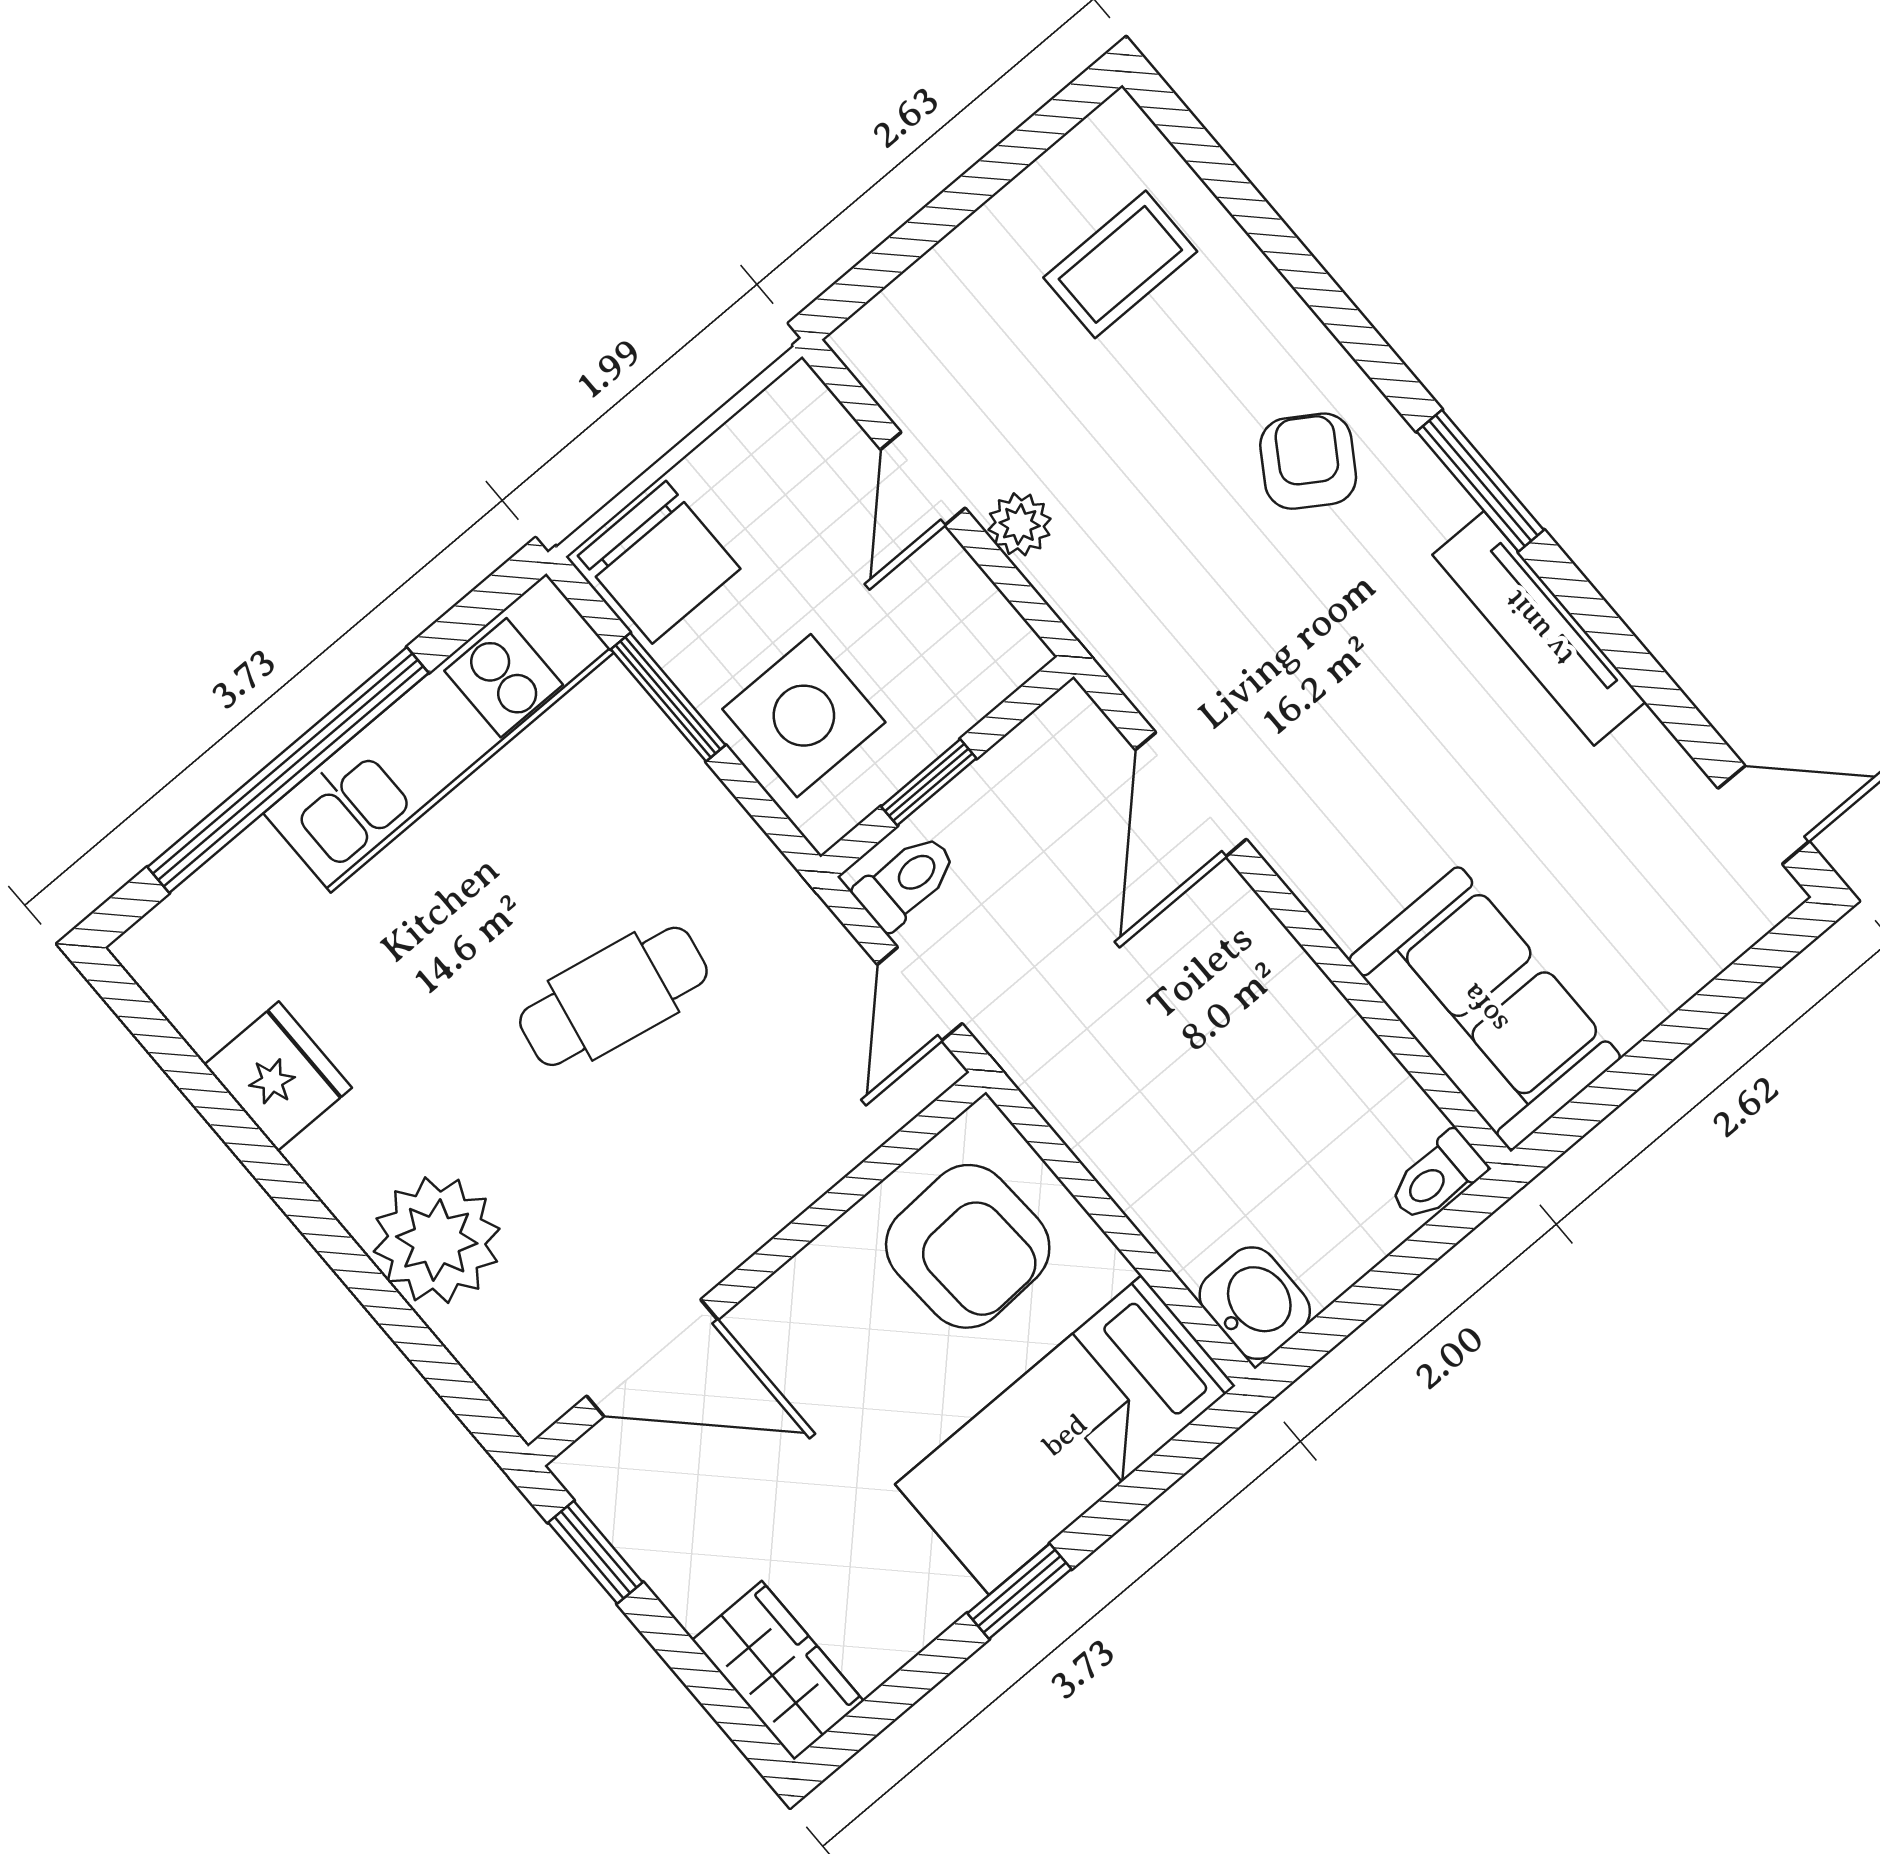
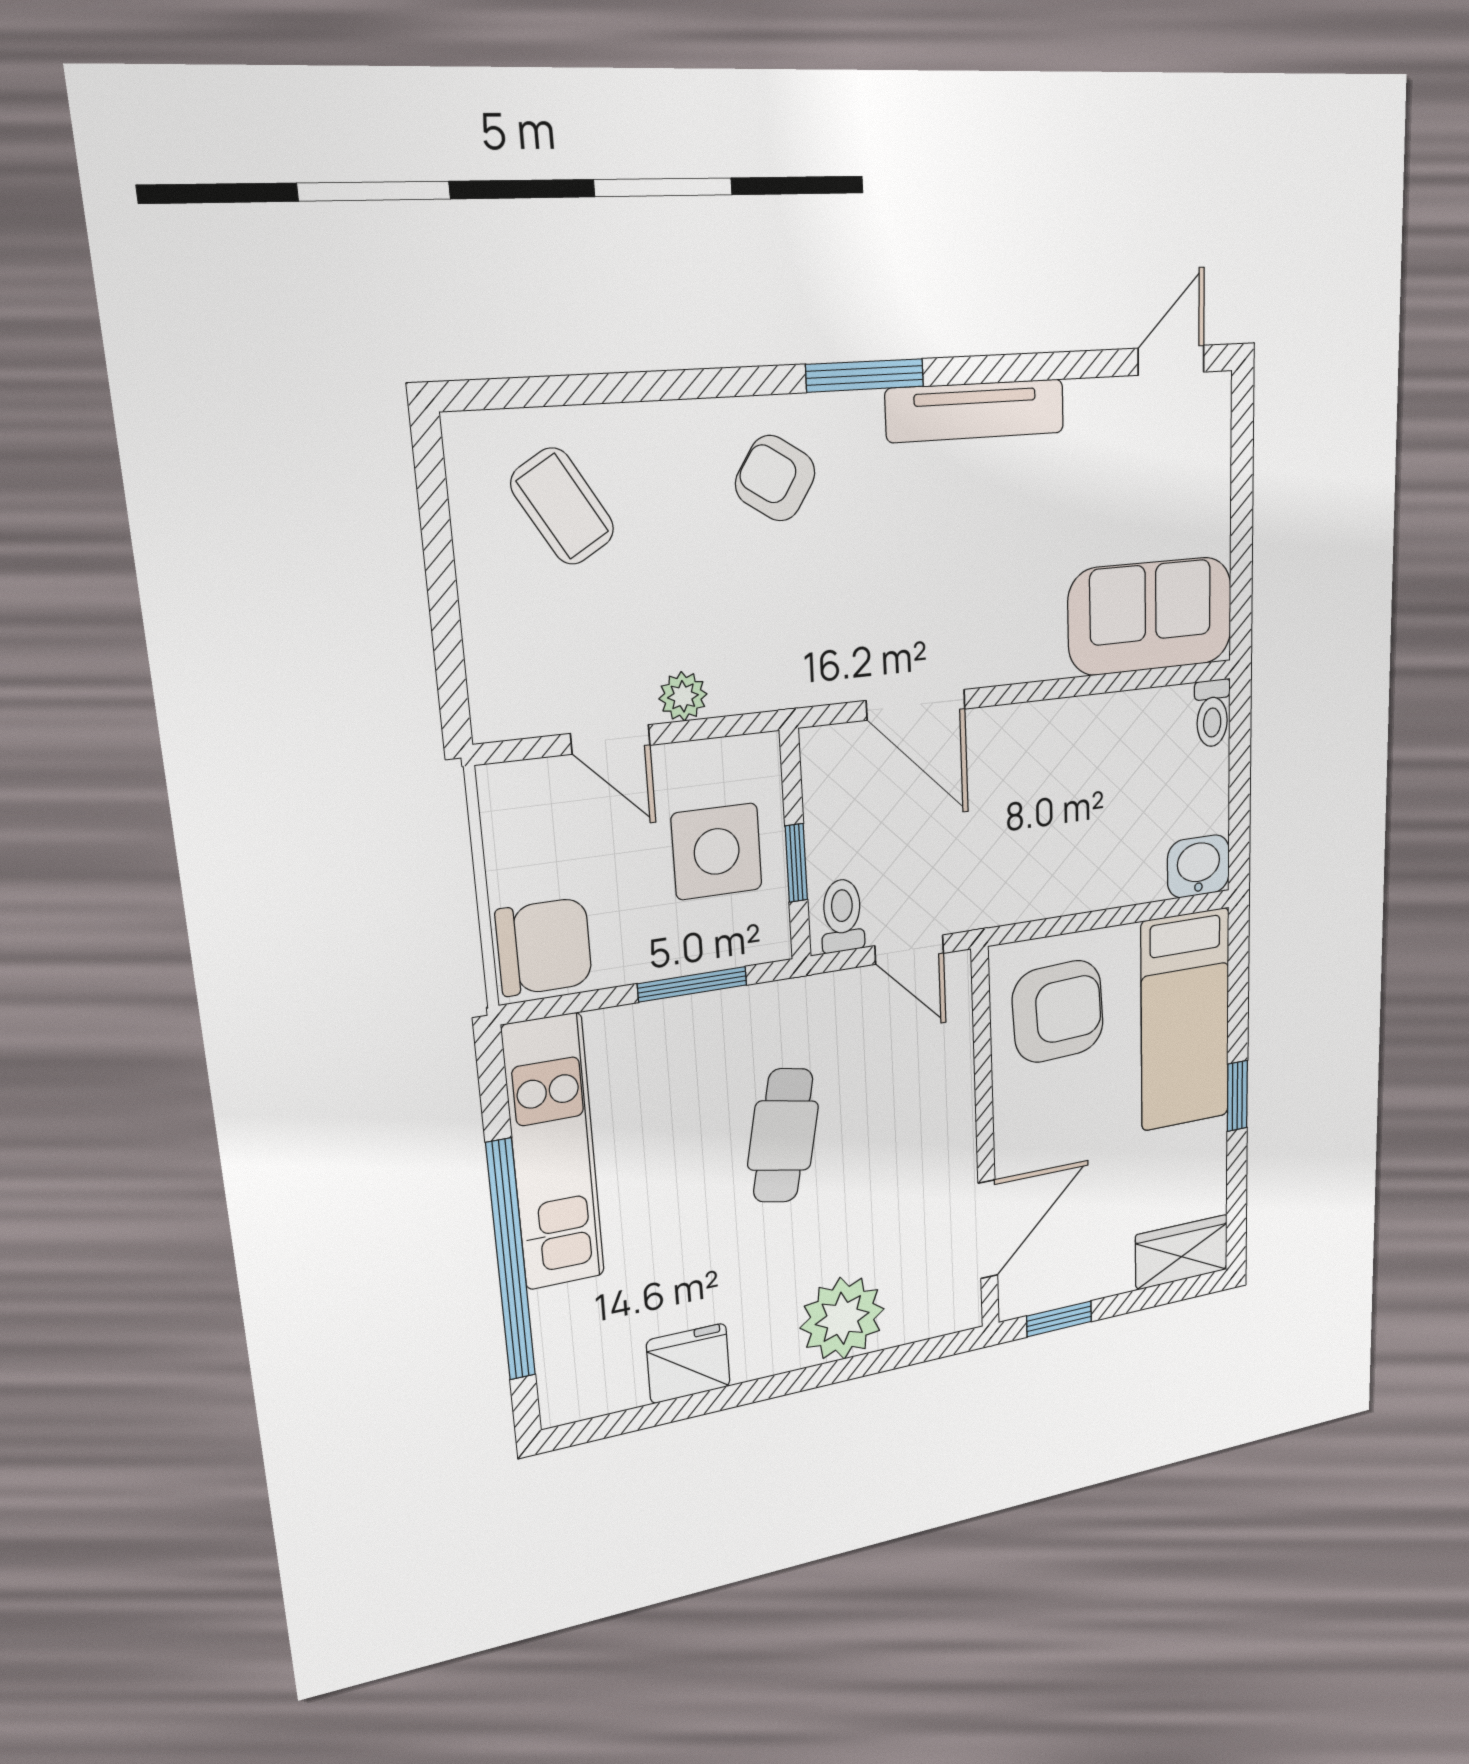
coffee table: (1120, 264) -> (562, 506), turned -31
window: (668, 697) -> (692, 984), moved
side table: (804, 716) -> (717, 851), moved

